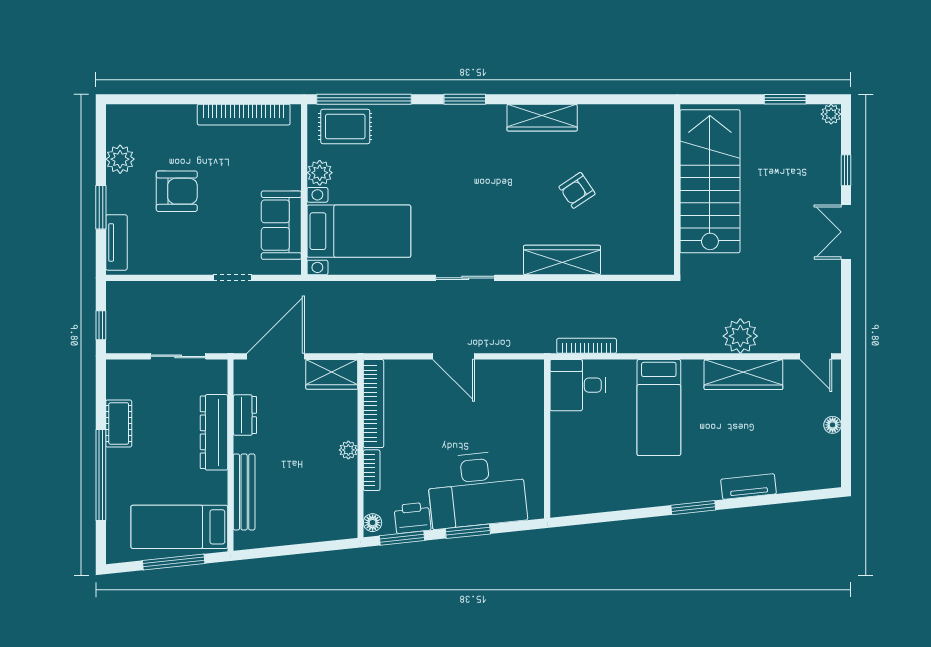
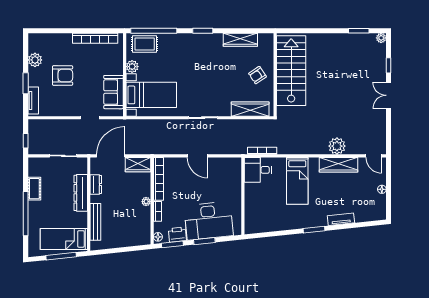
stairs: (710, 181) -> (291, 71), moved
wall: (677, 189) -> (275, 75), moved

